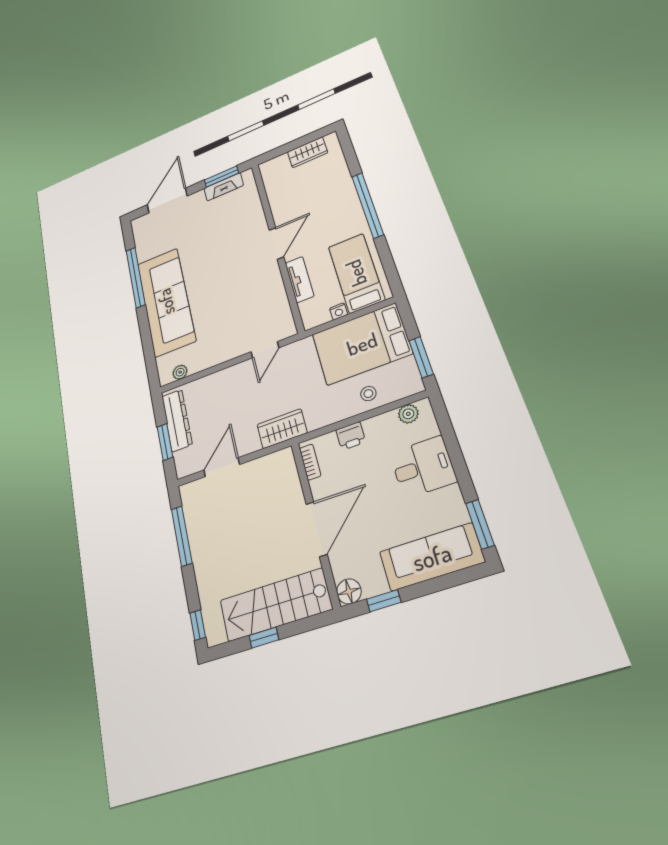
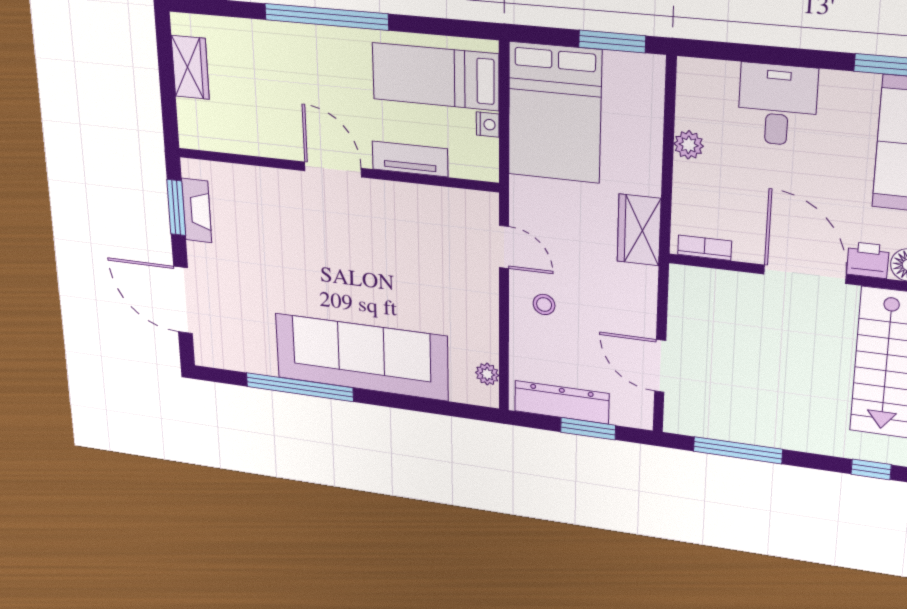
stool: (368, 394) -> (544, 304), moved
plant: (408, 414) -> (689, 145), moved
wardrobe: (282, 429) -> (639, 230), moved
printer: (351, 436) -> (868, 260), moved, turned -90

